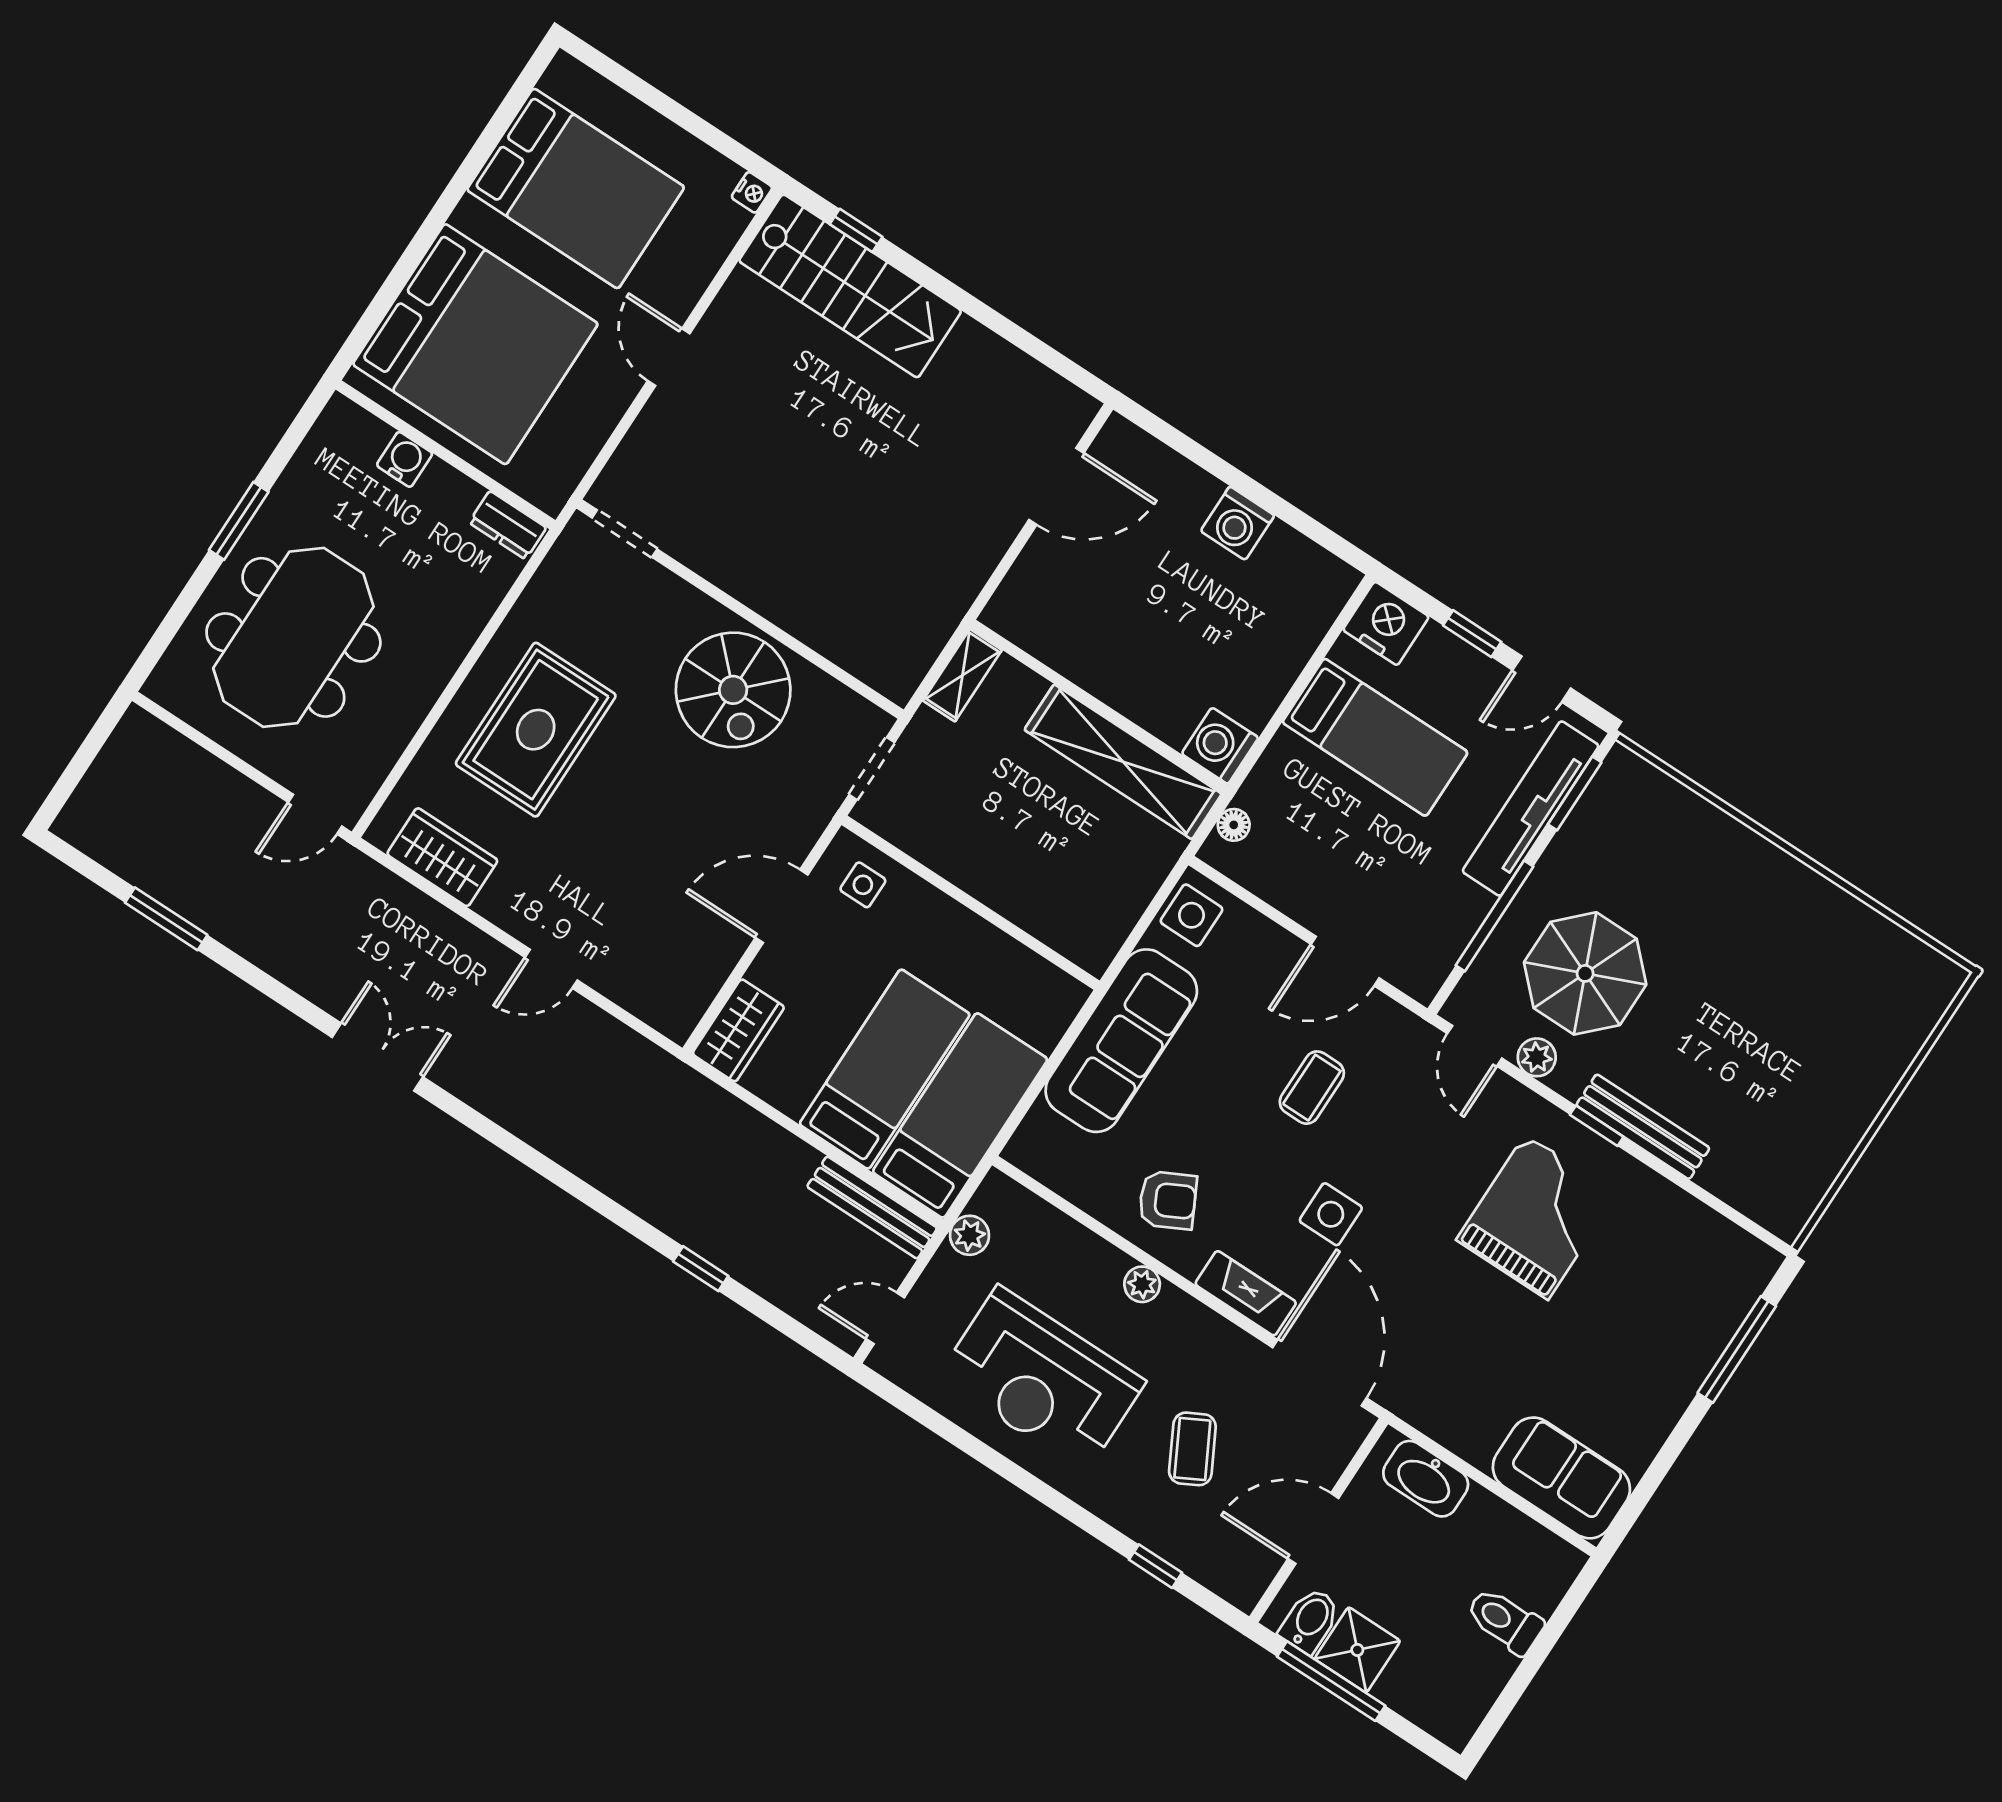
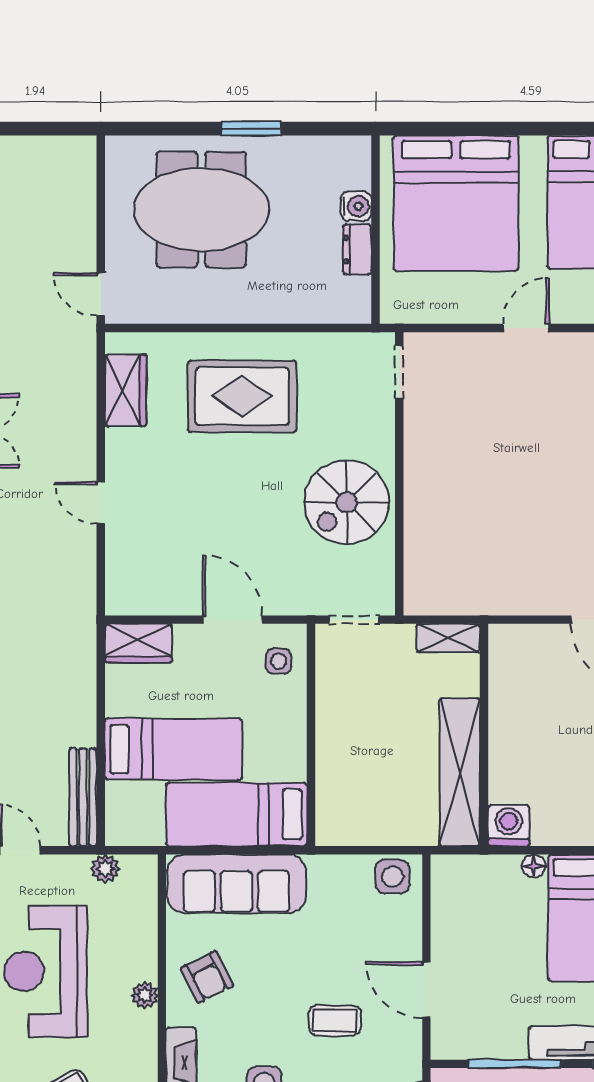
dresser: (508, 525) -> (357, 249), moved
floor lamp: (1234, 825) -> (534, 866), moved
sofa: (1121, 1041) -> (236, 884), moved
bed: (960, 1116) -> (236, 814), moved, turned 180

